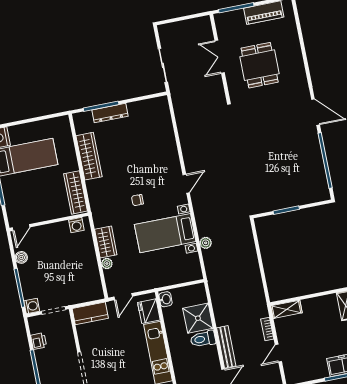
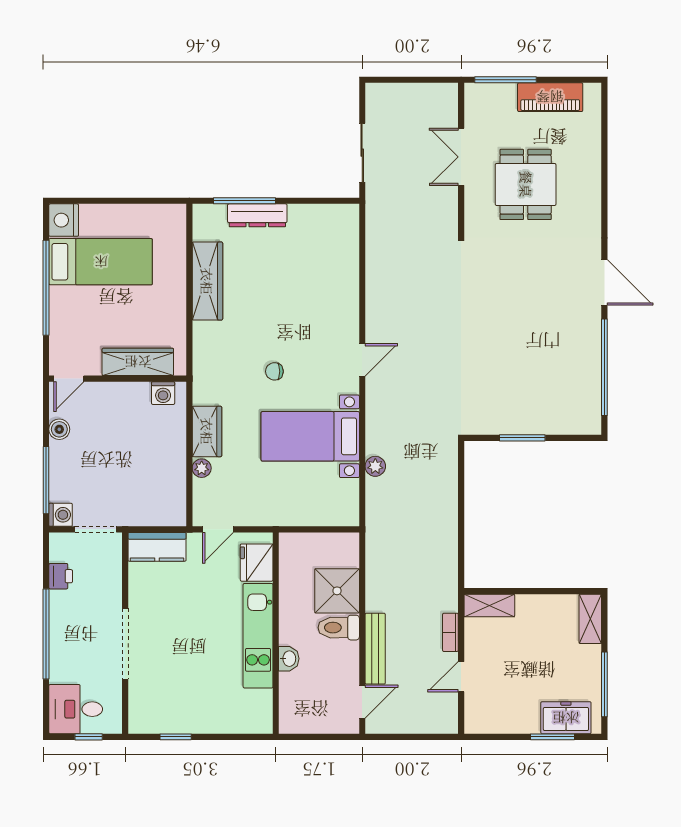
wardrobe: (76, 192) -> (138, 362), moved, turned 90
washbasin: (166, 299) -> (289, 659), moved

